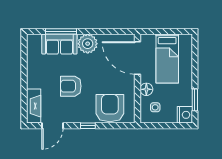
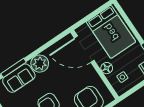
bed: (167, 59) -> (111, 32), width x1.50

